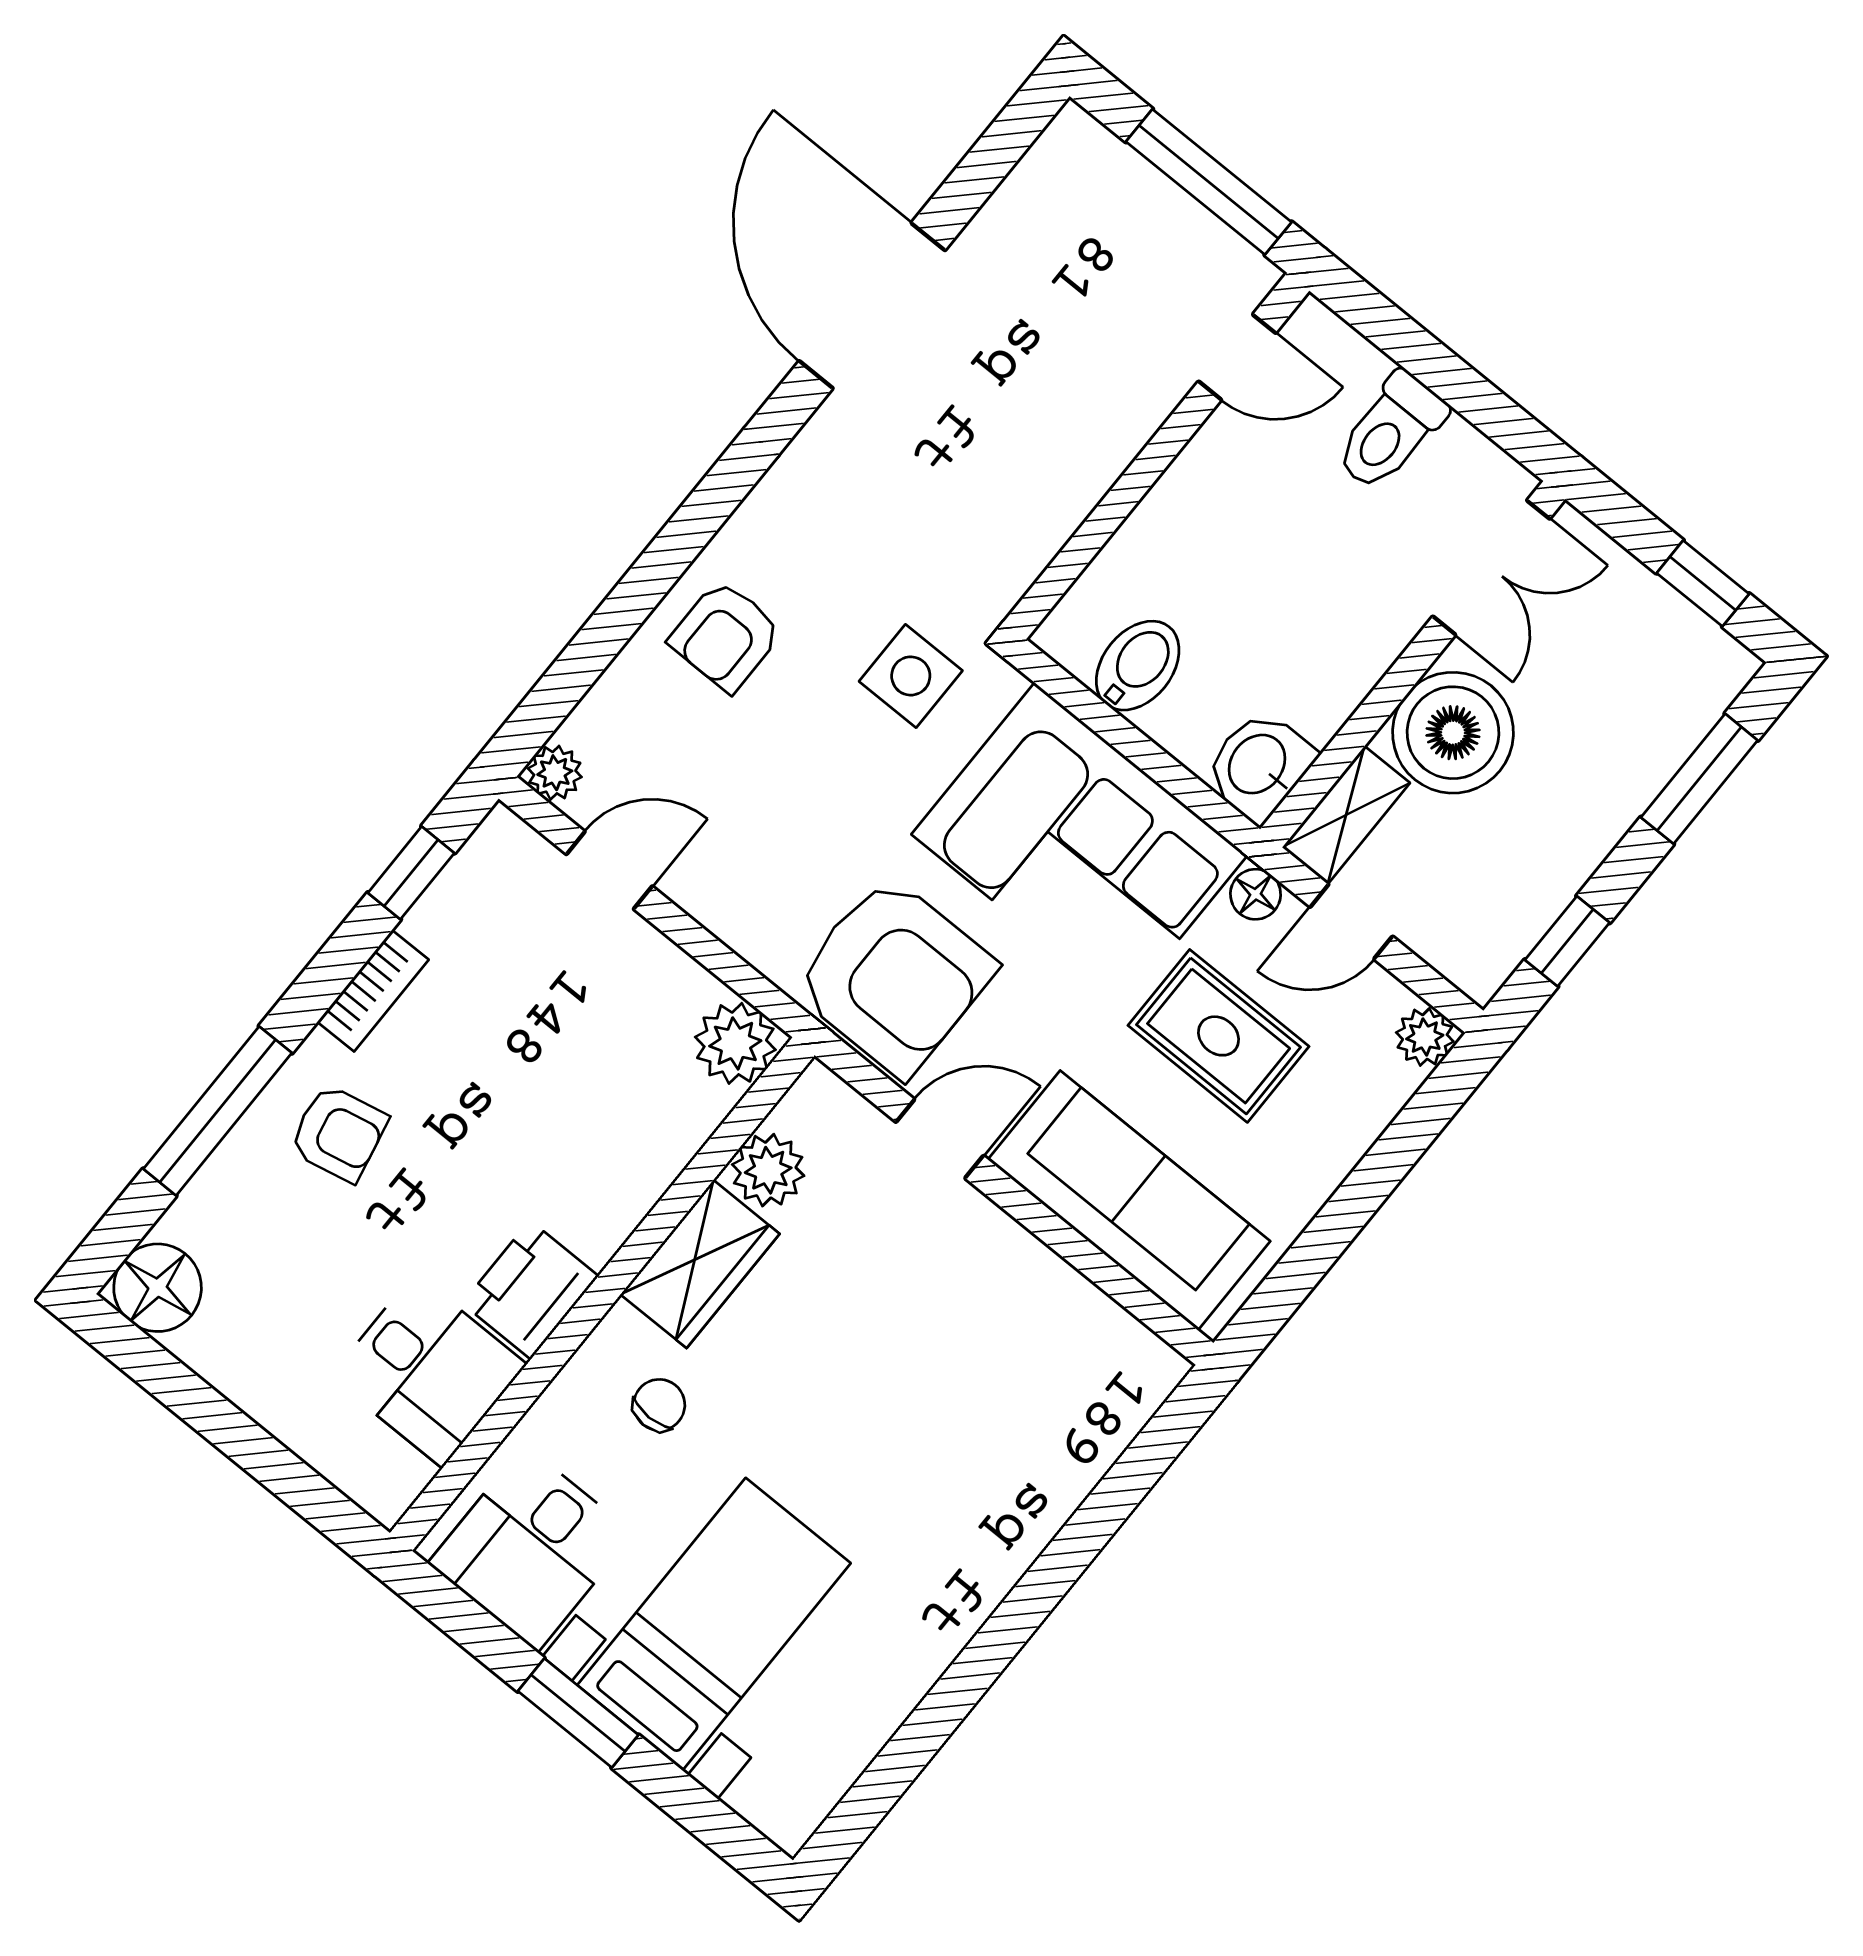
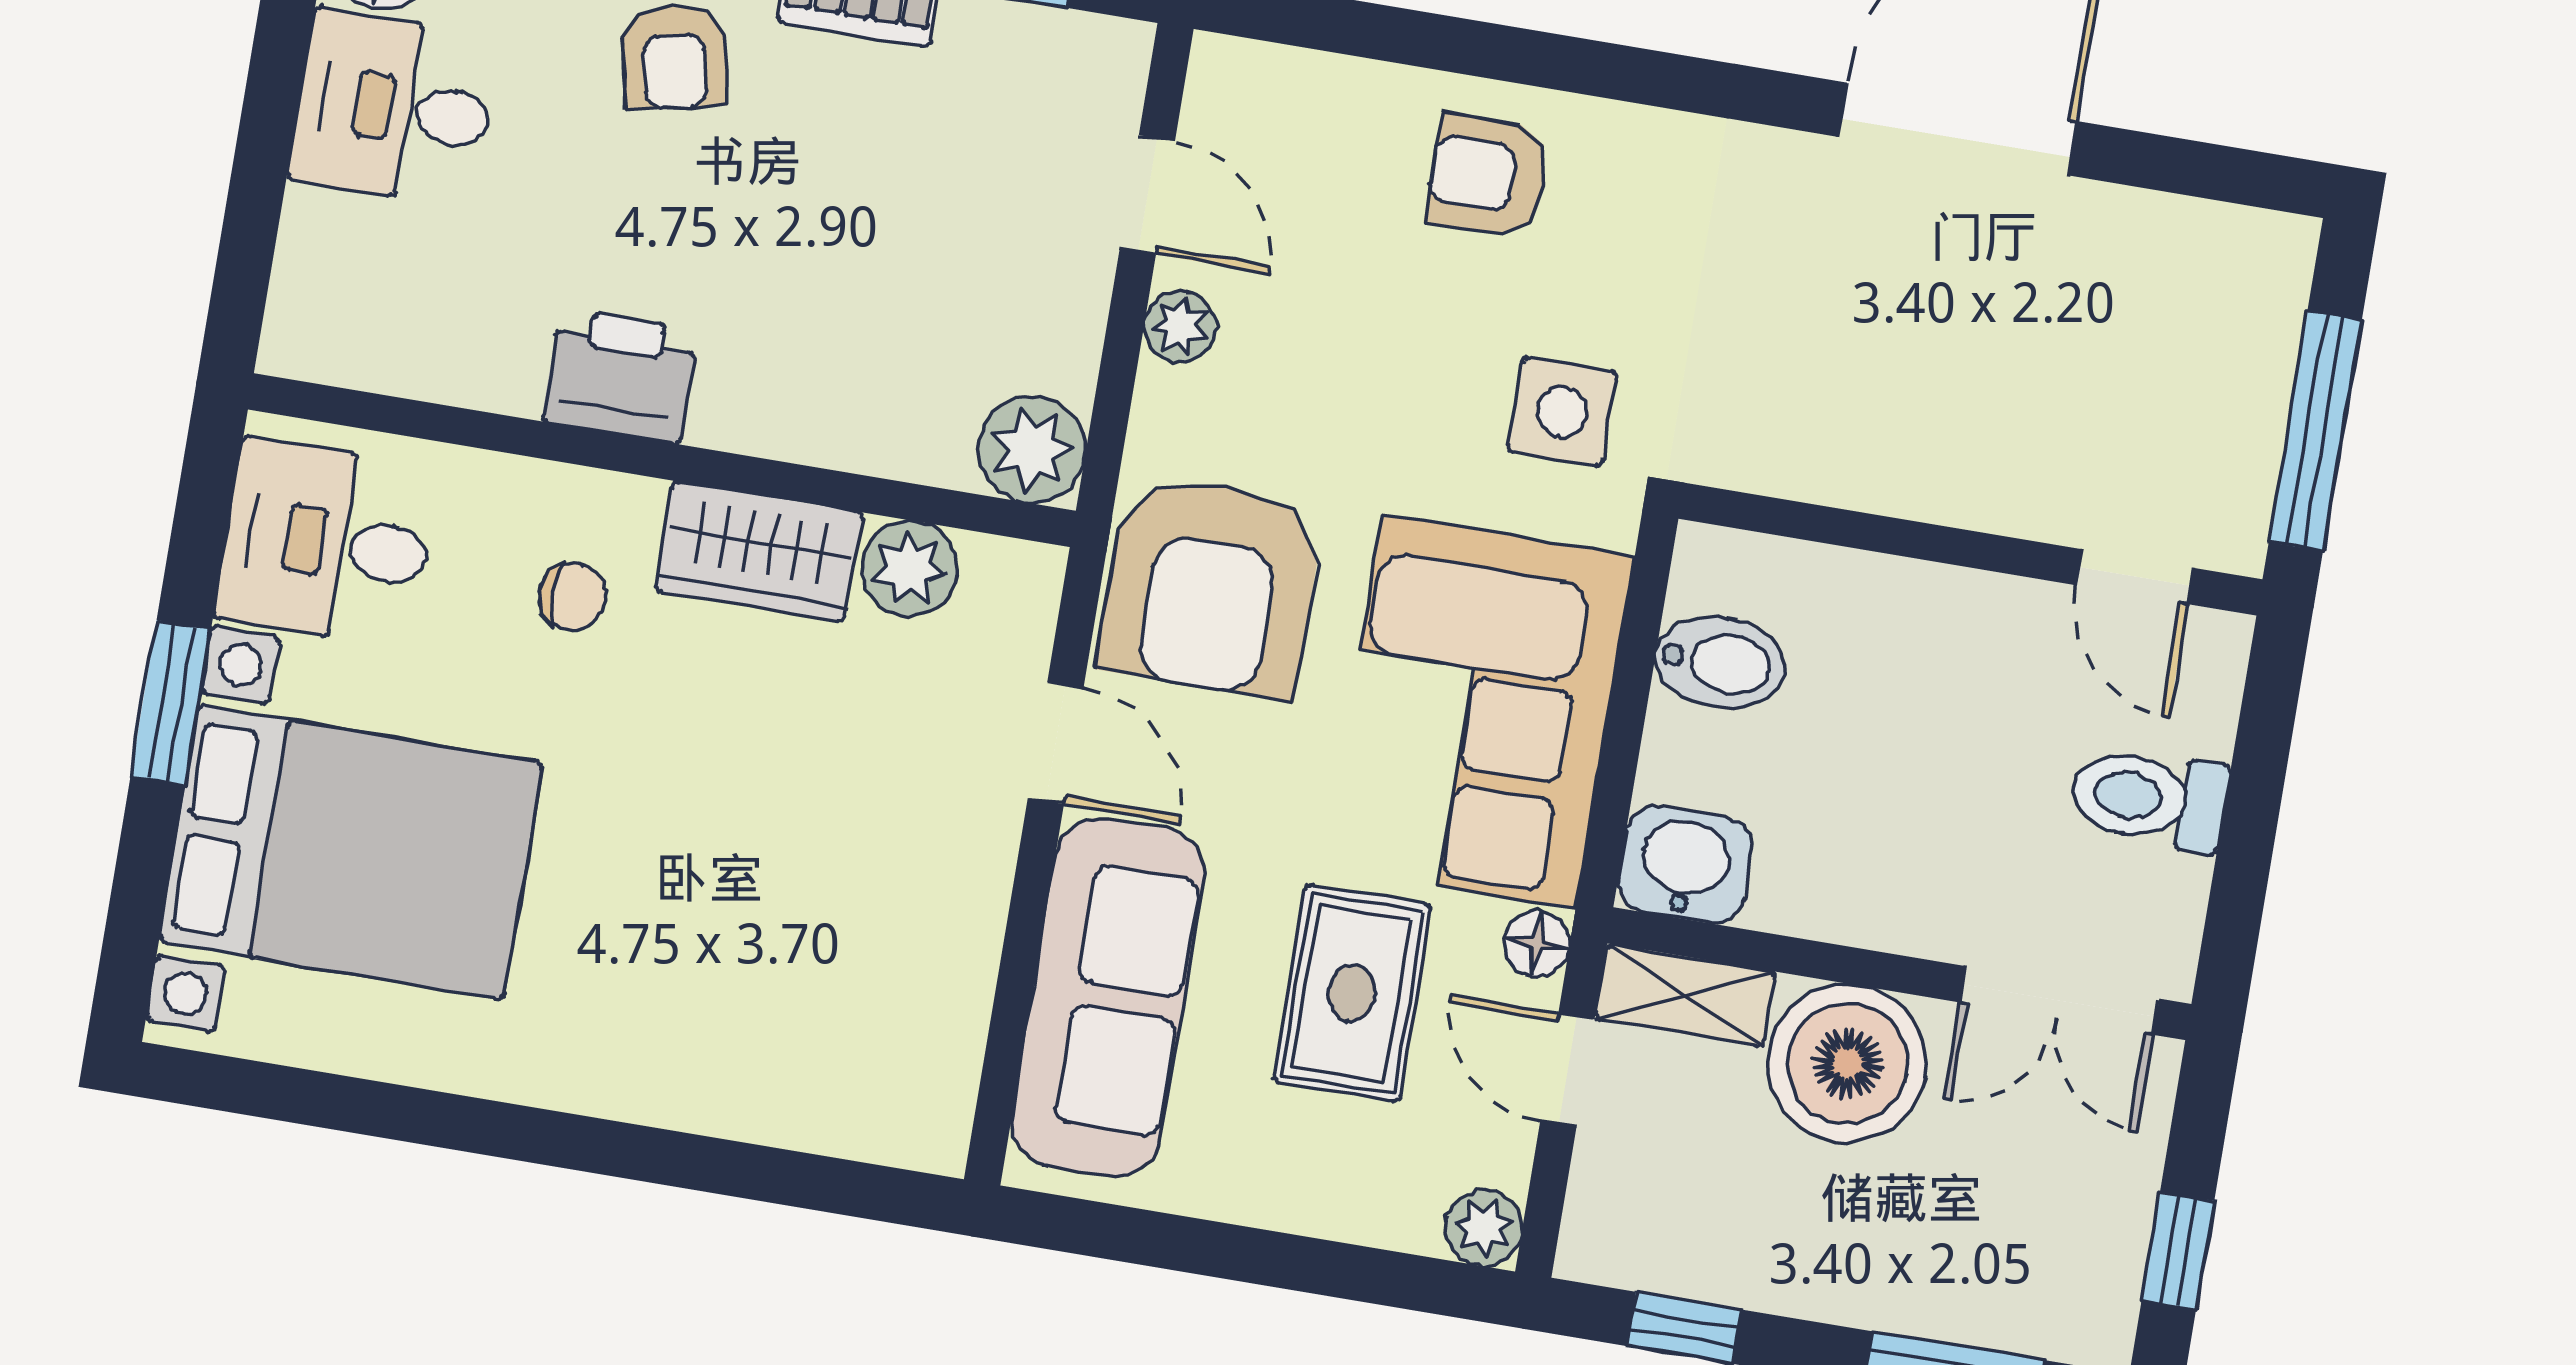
plant: (555, 773) -> (1180, 327), moved
desk: (428, 1370) -> (394, 108), moved, turned 90
bed with nightstands: (714, 1624) -> (350, 852), width x1.36

